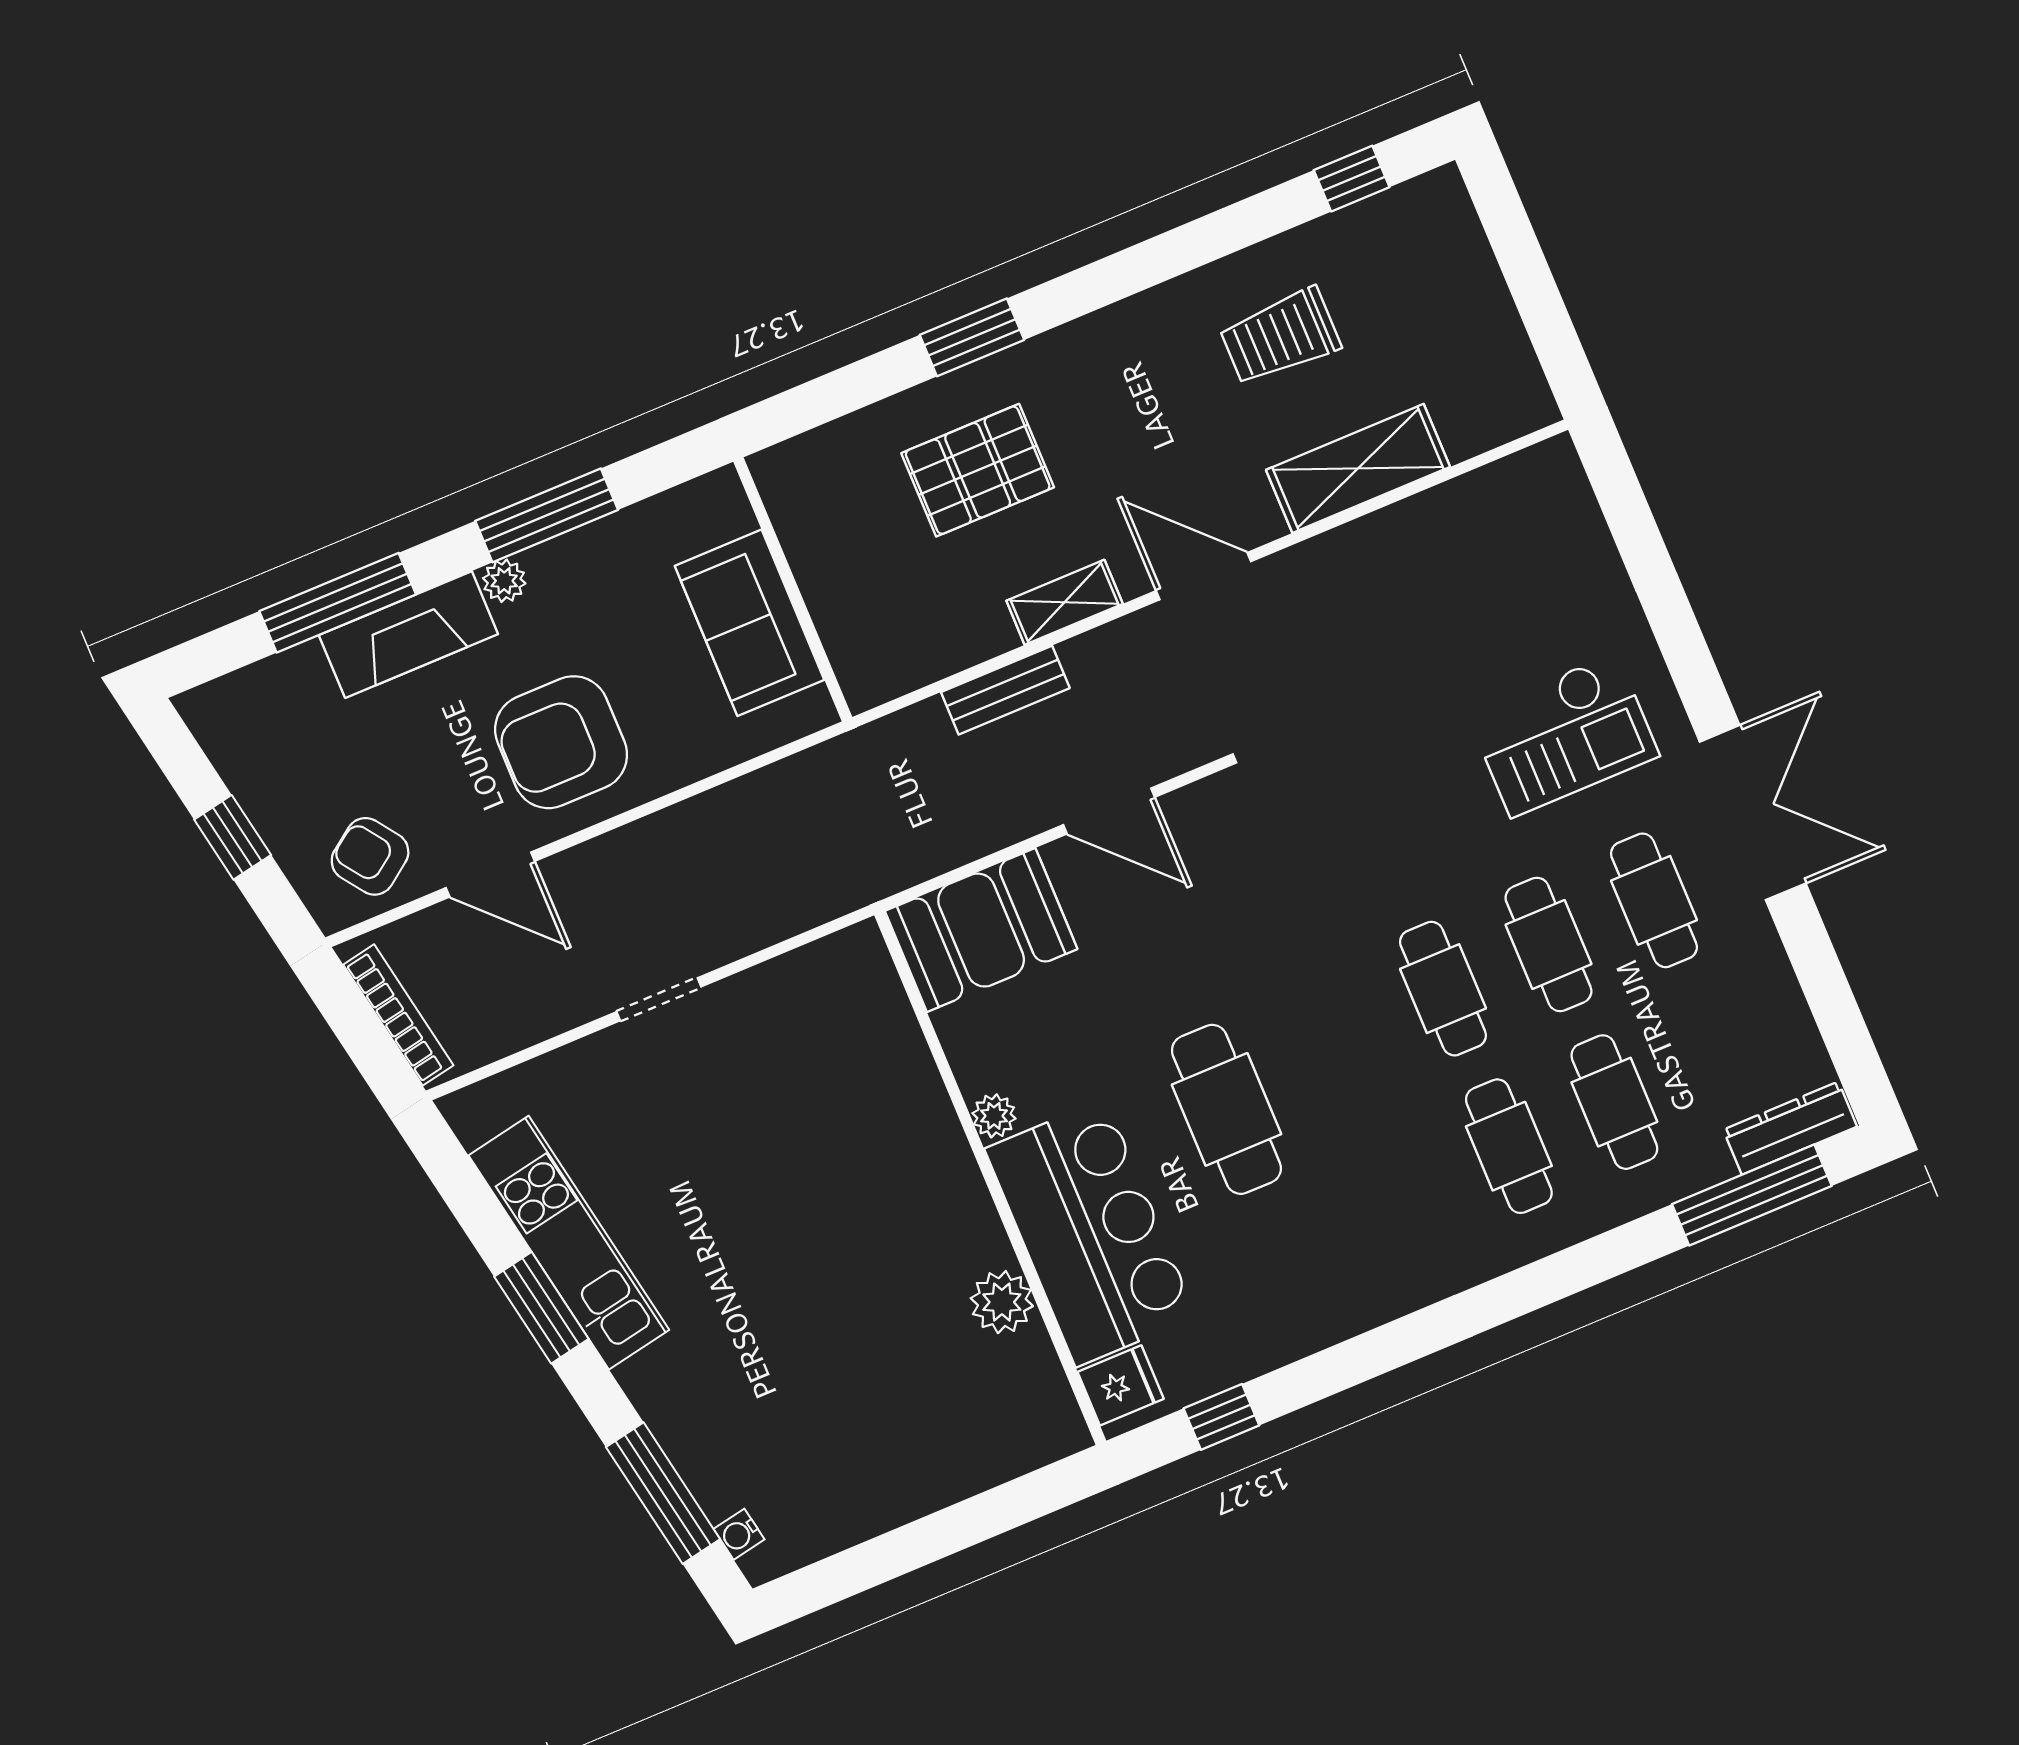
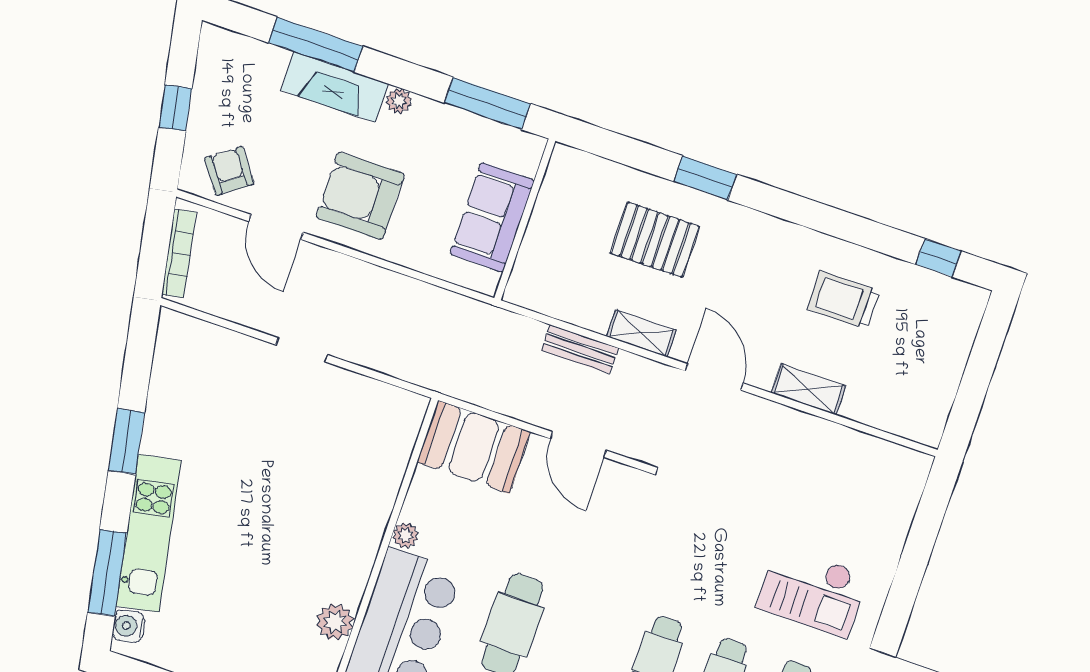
shelving: (1358, 468) -> (808, 389), width x0.67, depth x0.75
window: (547, 515) -> (487, 103), moved
kitchen unit: (569, 1243) -> (149, 533), moved
water cooler: (739, 1534) -> (129, 626), width x1.38, depth x1.38

